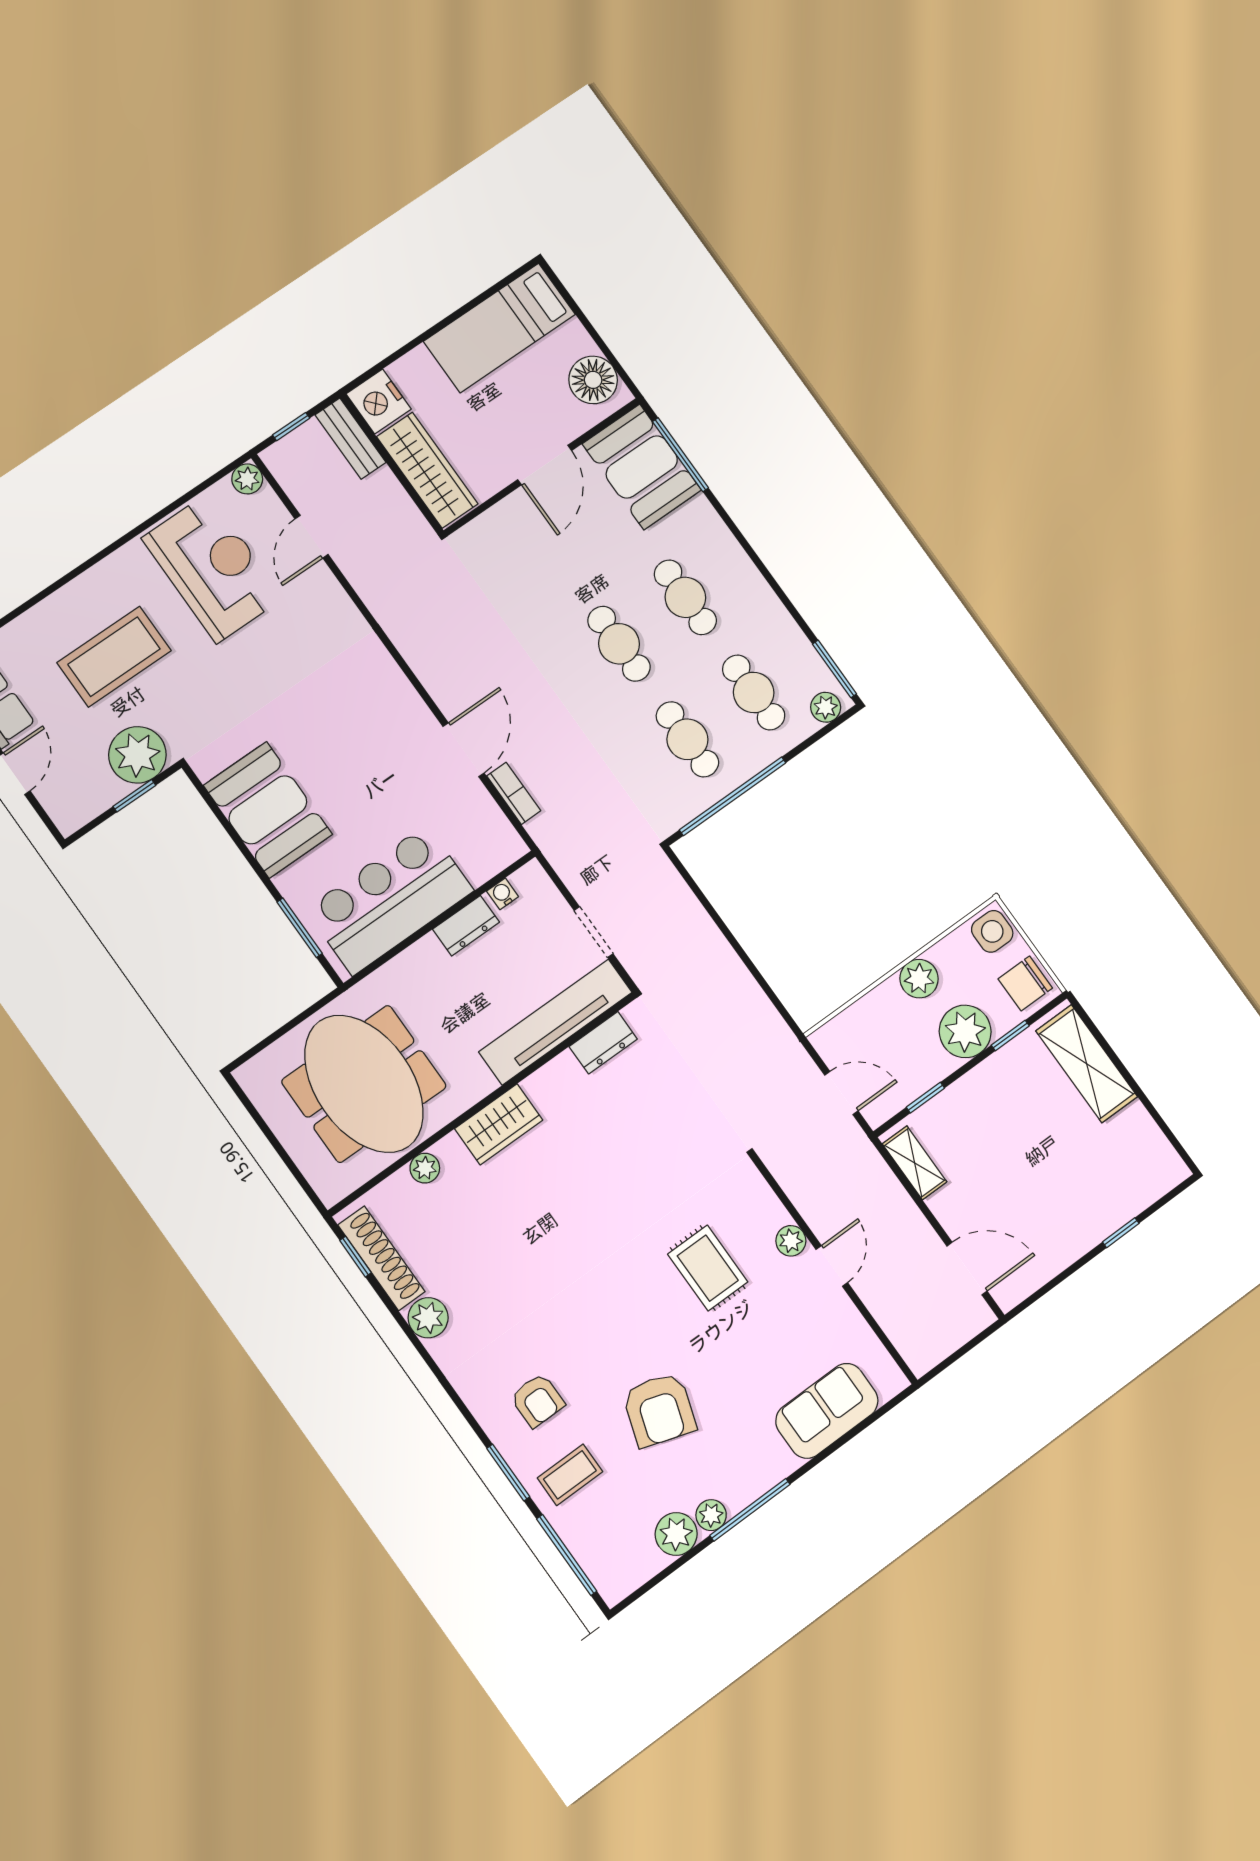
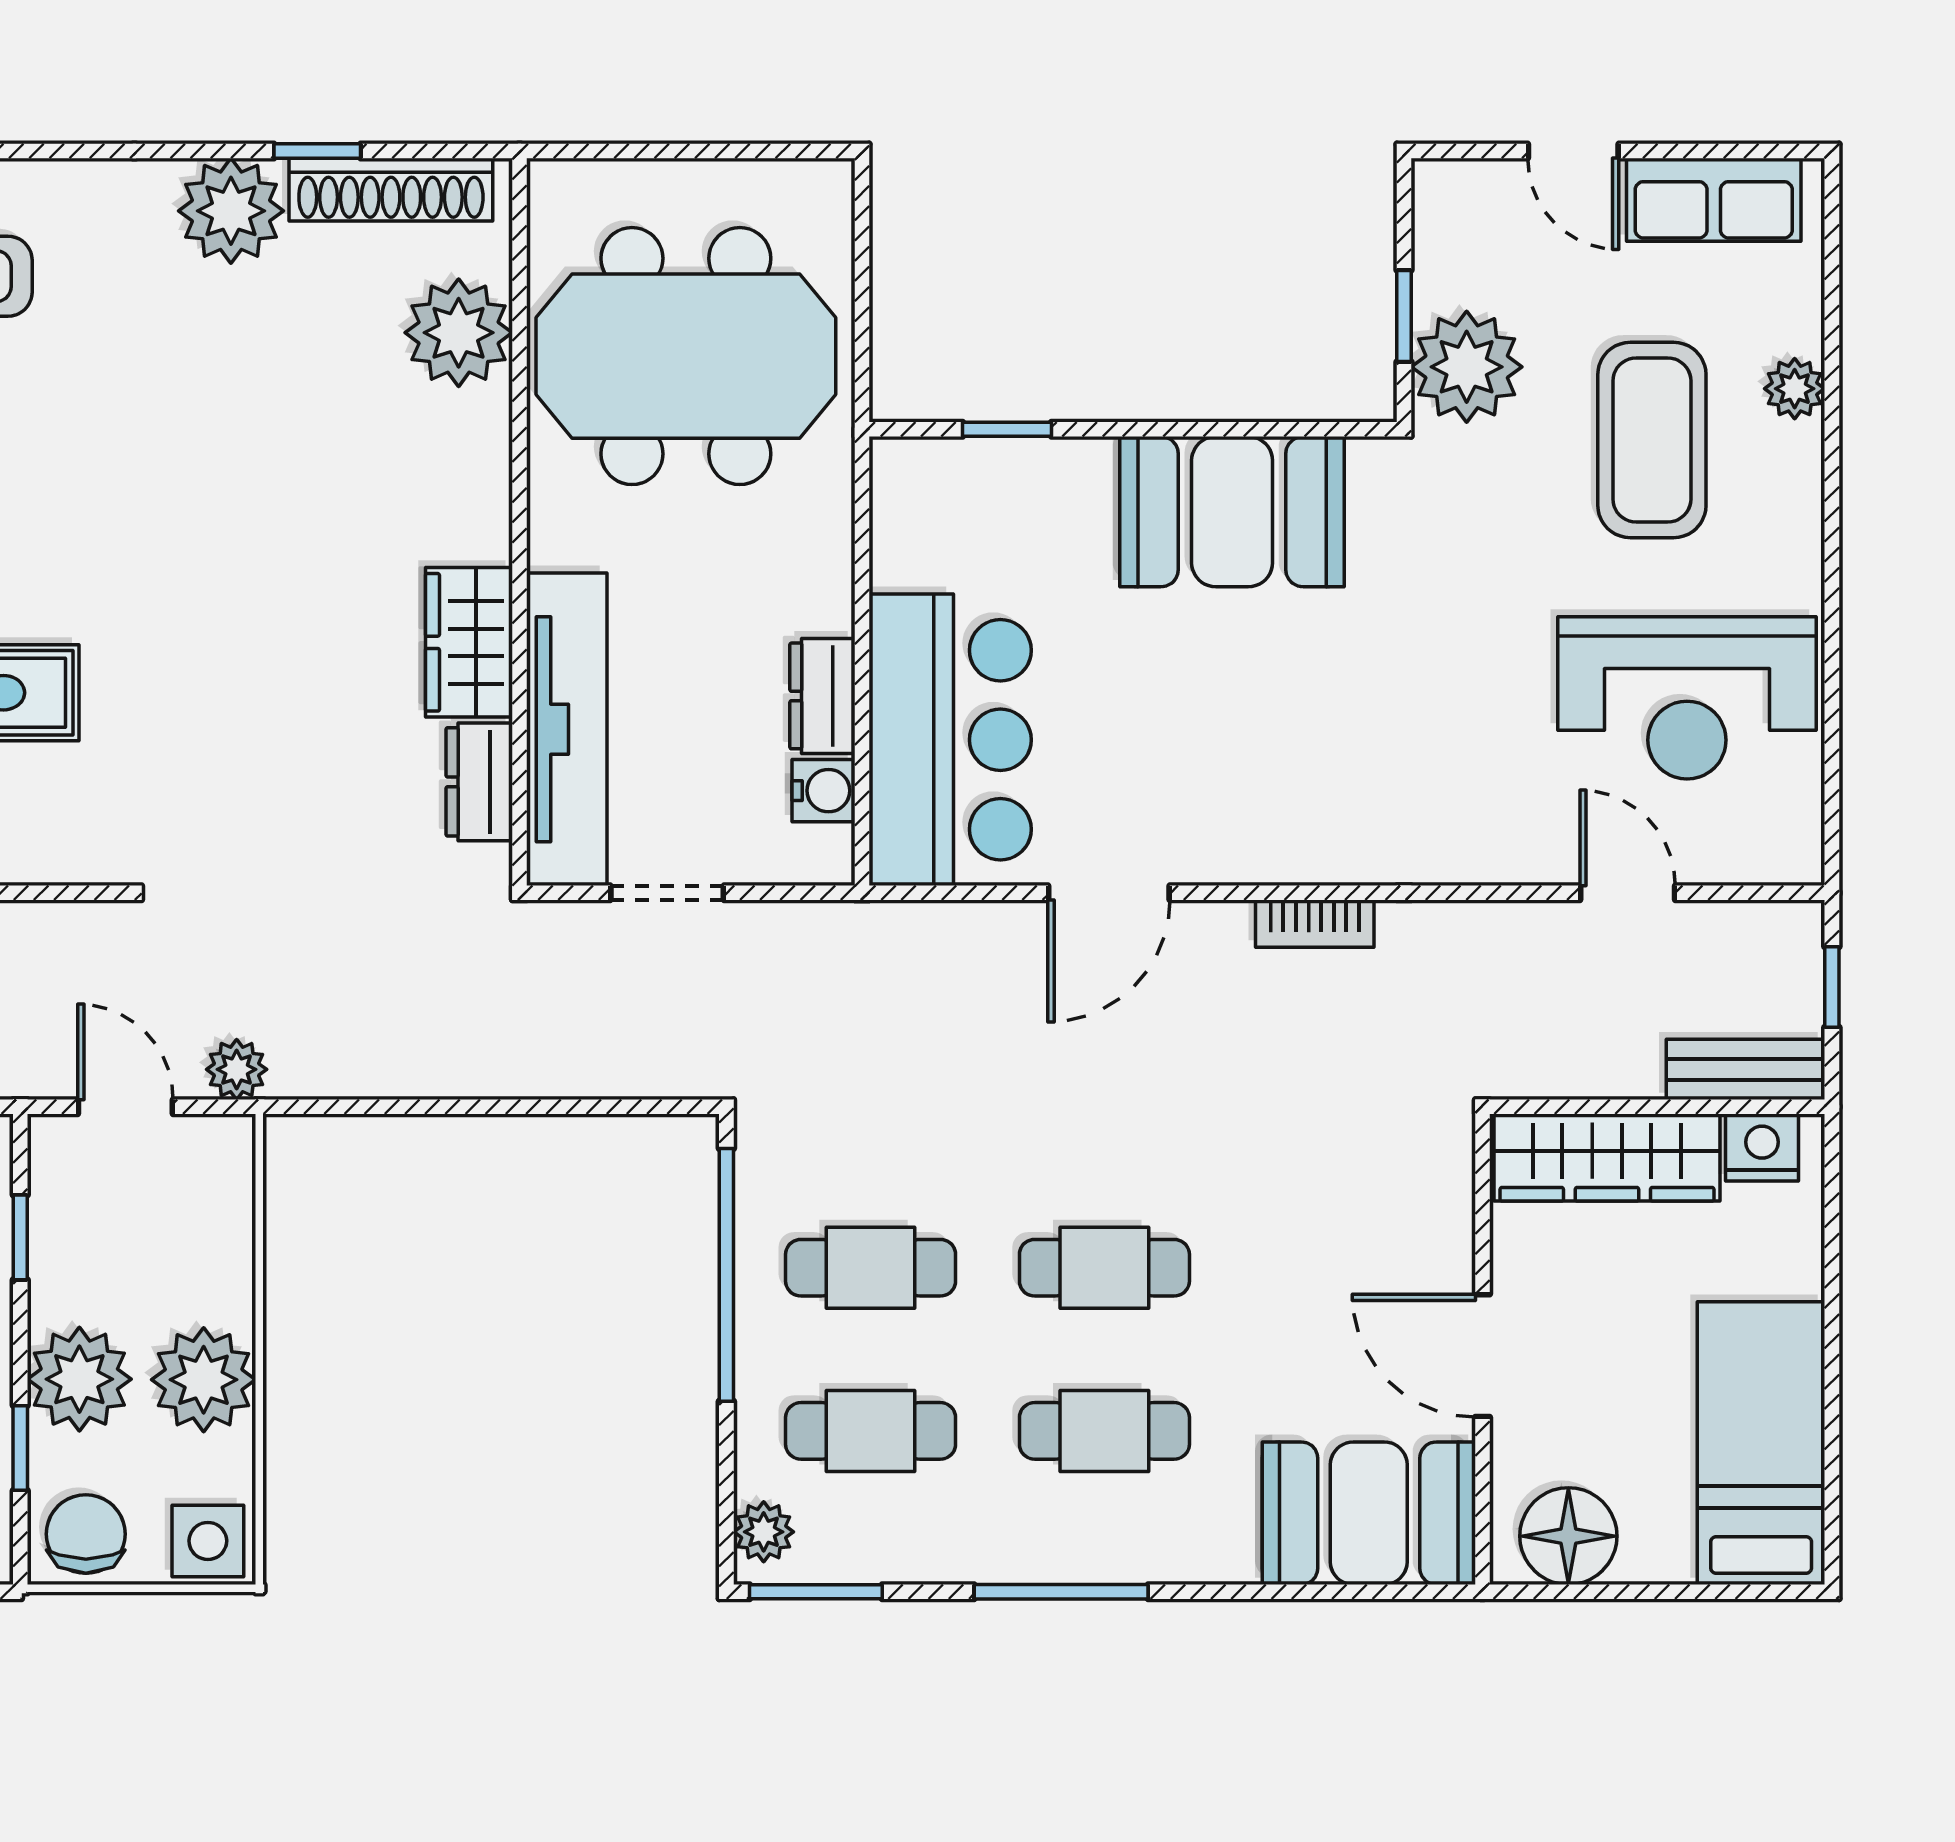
nightstand: (379, 402) -> (1762, 1148), width x0.74, depth x0.75
window: (680, 455) -> (1061, 1592), moved
plant: (247, 479) -> (1795, 389), moved
door: (464, 750) -> (1109, 893), hinge flipped
bookcase: (514, 793) -> (1315, 924), moved
water cooler: (503, 894) -> (823, 791), width x1.38, depth x1.38
bar counter: (390, 900) -> (950, 740), moved
window: (300, 928) -> (1007, 429), width x0.67
plant: (919, 979) -> (204, 1380), width x1.36, depth x1.36
plant: (793, 1058) -> (237, 1069), added
door: (841, 1093) -> (125, 1107), swing flipped
wardrobe: (499, 1124) -> (469, 642), moved
plant: (425, 1168) -> (459, 333), width x1.88, depth x1.88
window: (355, 1257) -> (317, 151), moved
plant: (428, 1318) -> (231, 211), width x1.36, depth x1.36

